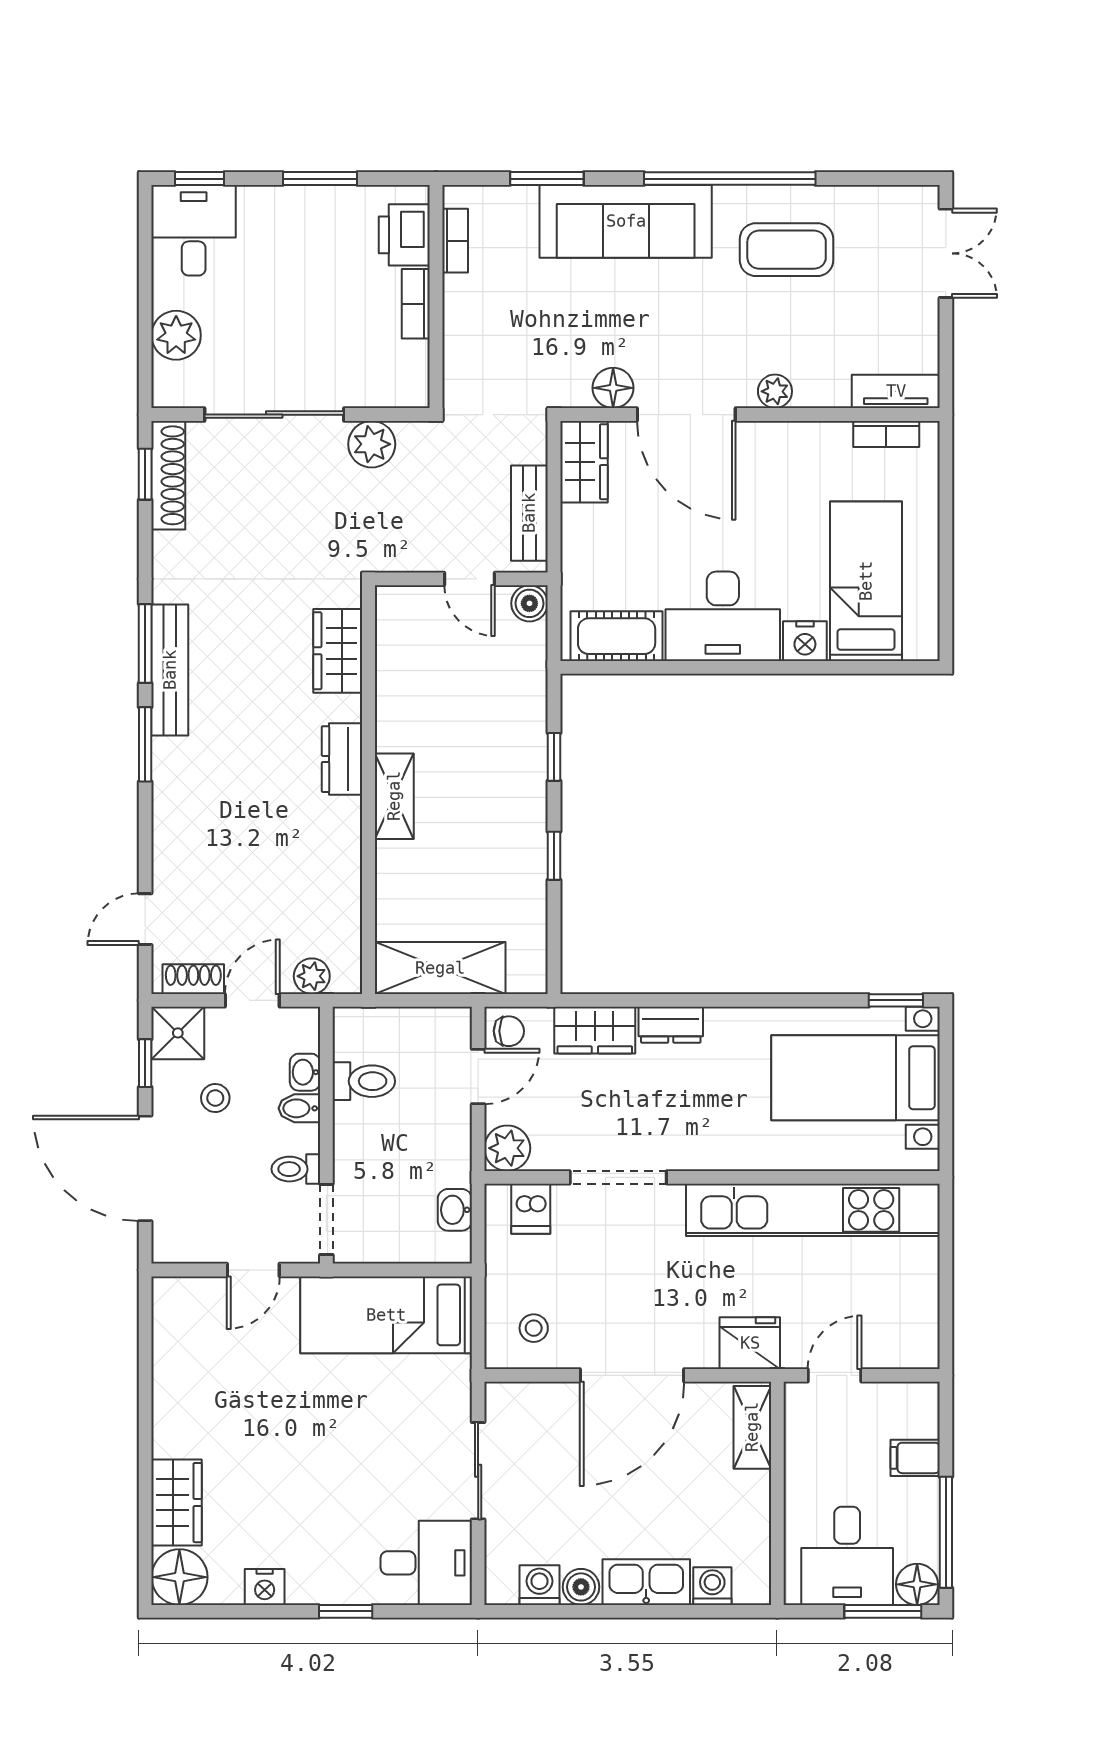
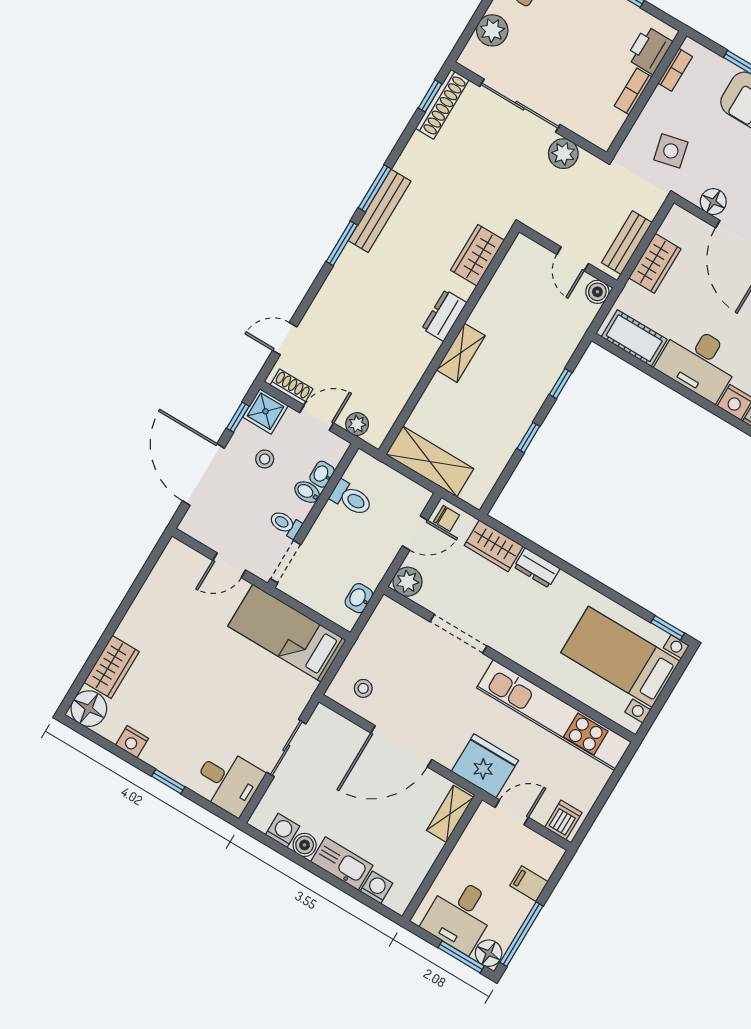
side table: (515, 354) -> (671, 151), added
wardrobe: (584, 462) -> (655, 263), moved
dishwasher: (531, 1209) -> (563, 820), moved, turned 180
fridge: (750, 1343) -> (485, 766), width x1.36, depth x1.34

